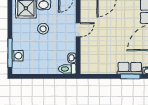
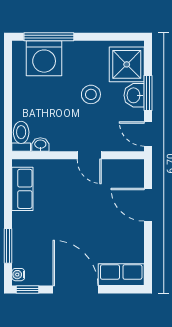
washing machine: (18, 56) -> (44, 58), width x1.89, depth x1.89
row of seats: (130, 68) -> (22, 189), moved

